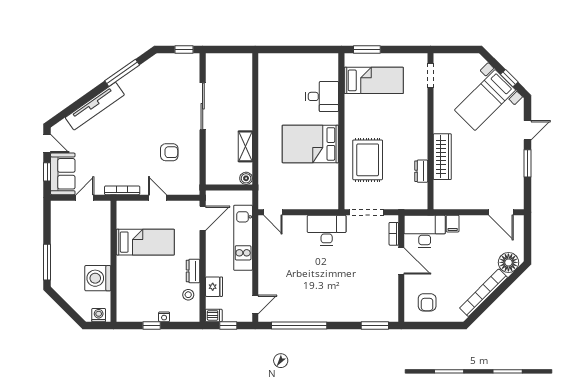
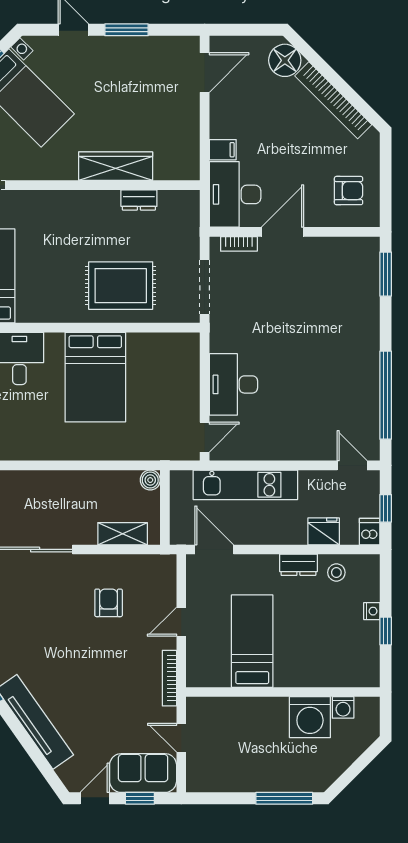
shelving: (245, 146) -> (123, 534), moved
desk: (327, 230) -> (233, 384), moved
washing machine: (99, 315) -> (343, 707), moved, turned -90

